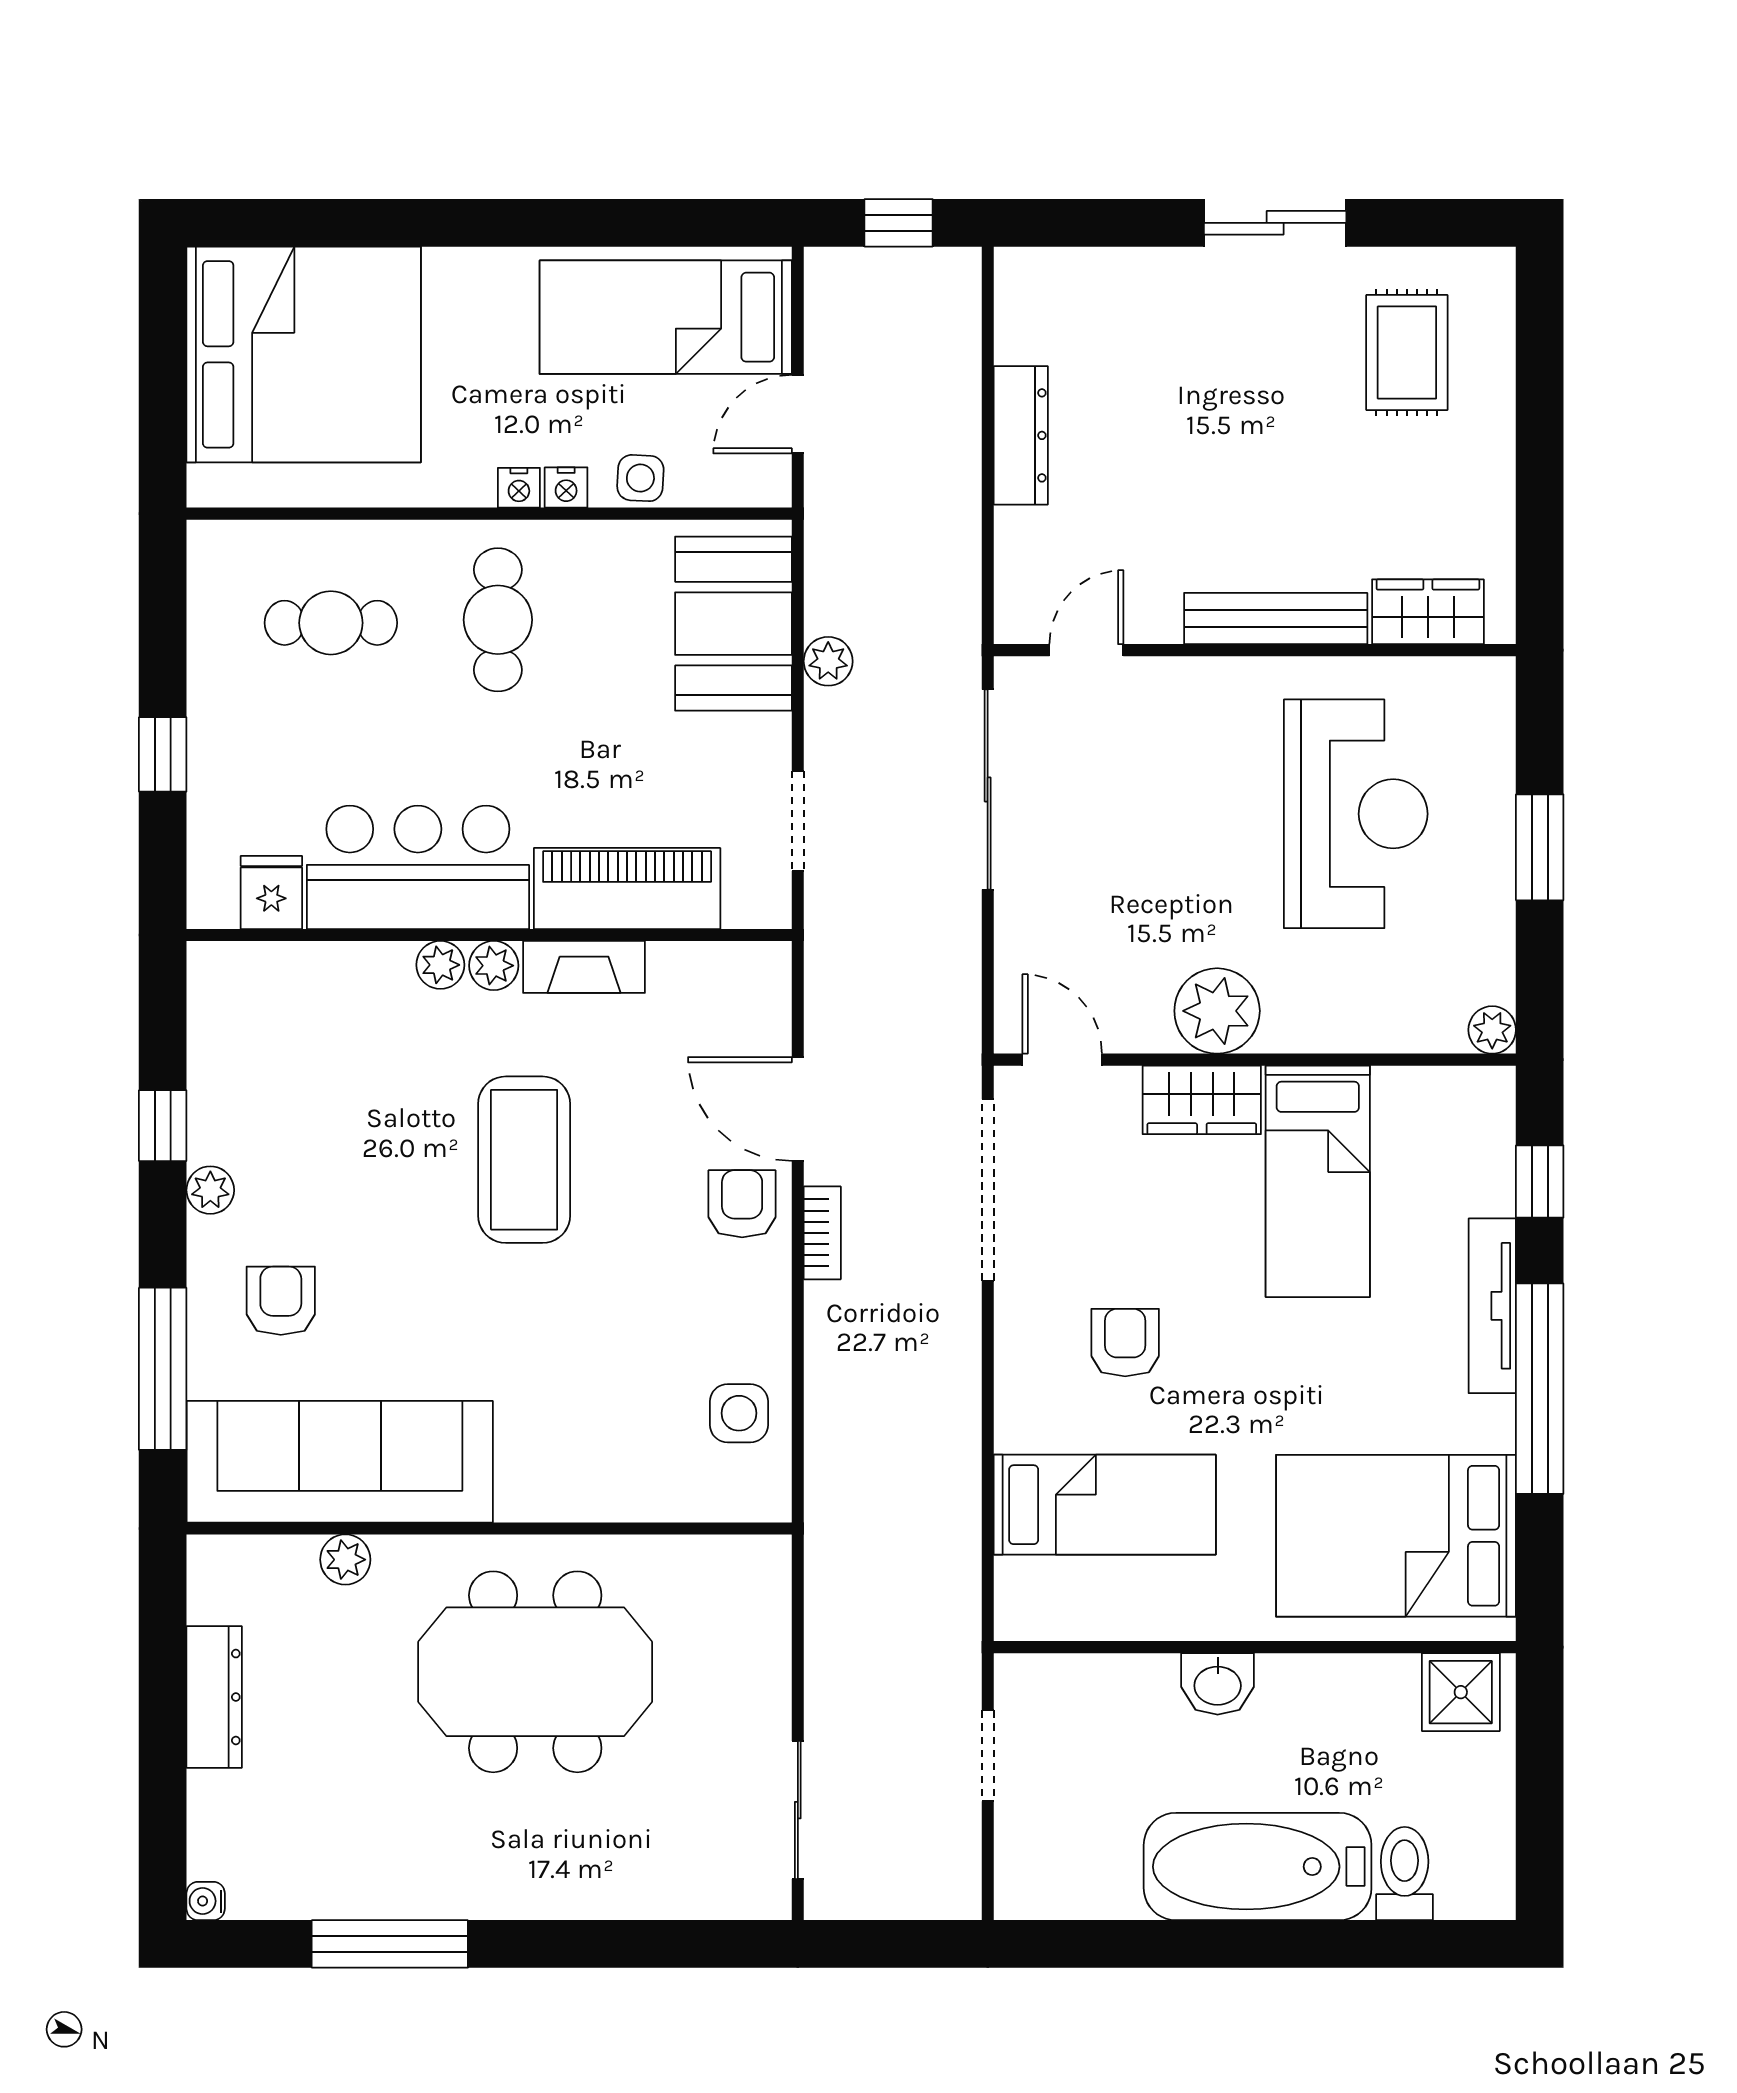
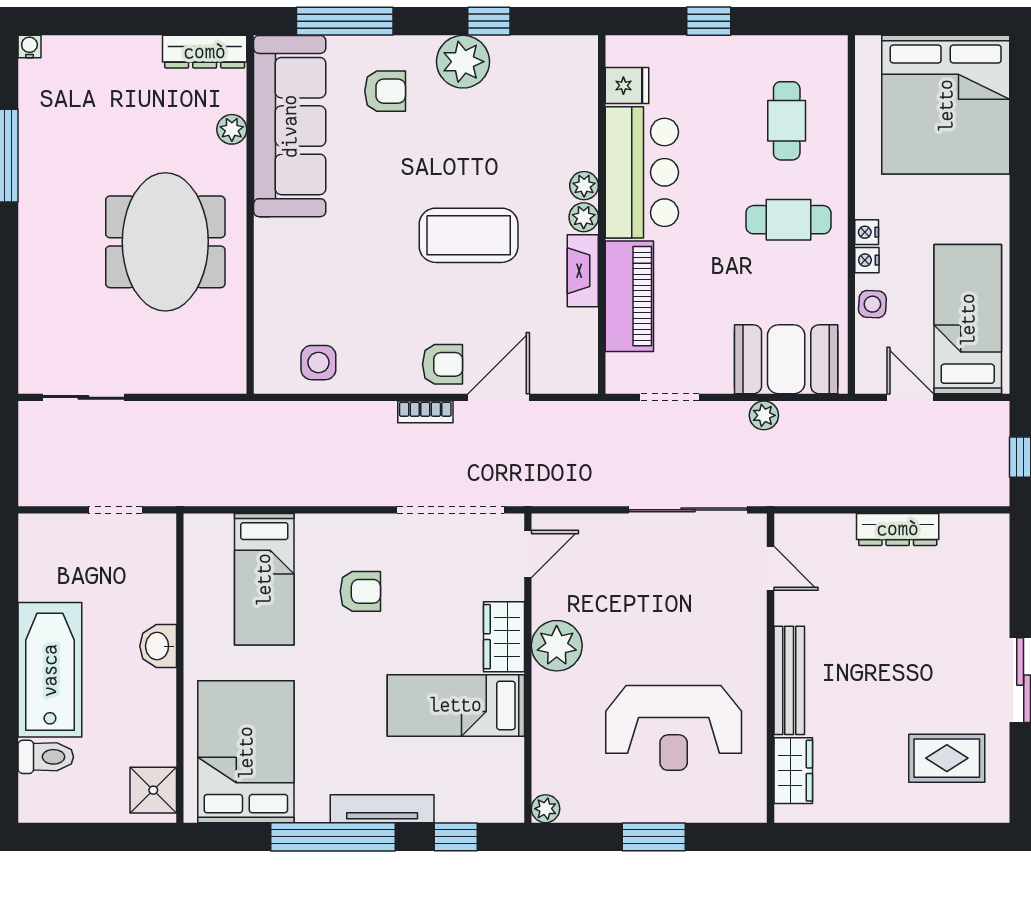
plant: (210, 1190) -> (463, 62), width x1.88, depth x1.88
dresser: (214, 1697) -> (205, 52), moved

